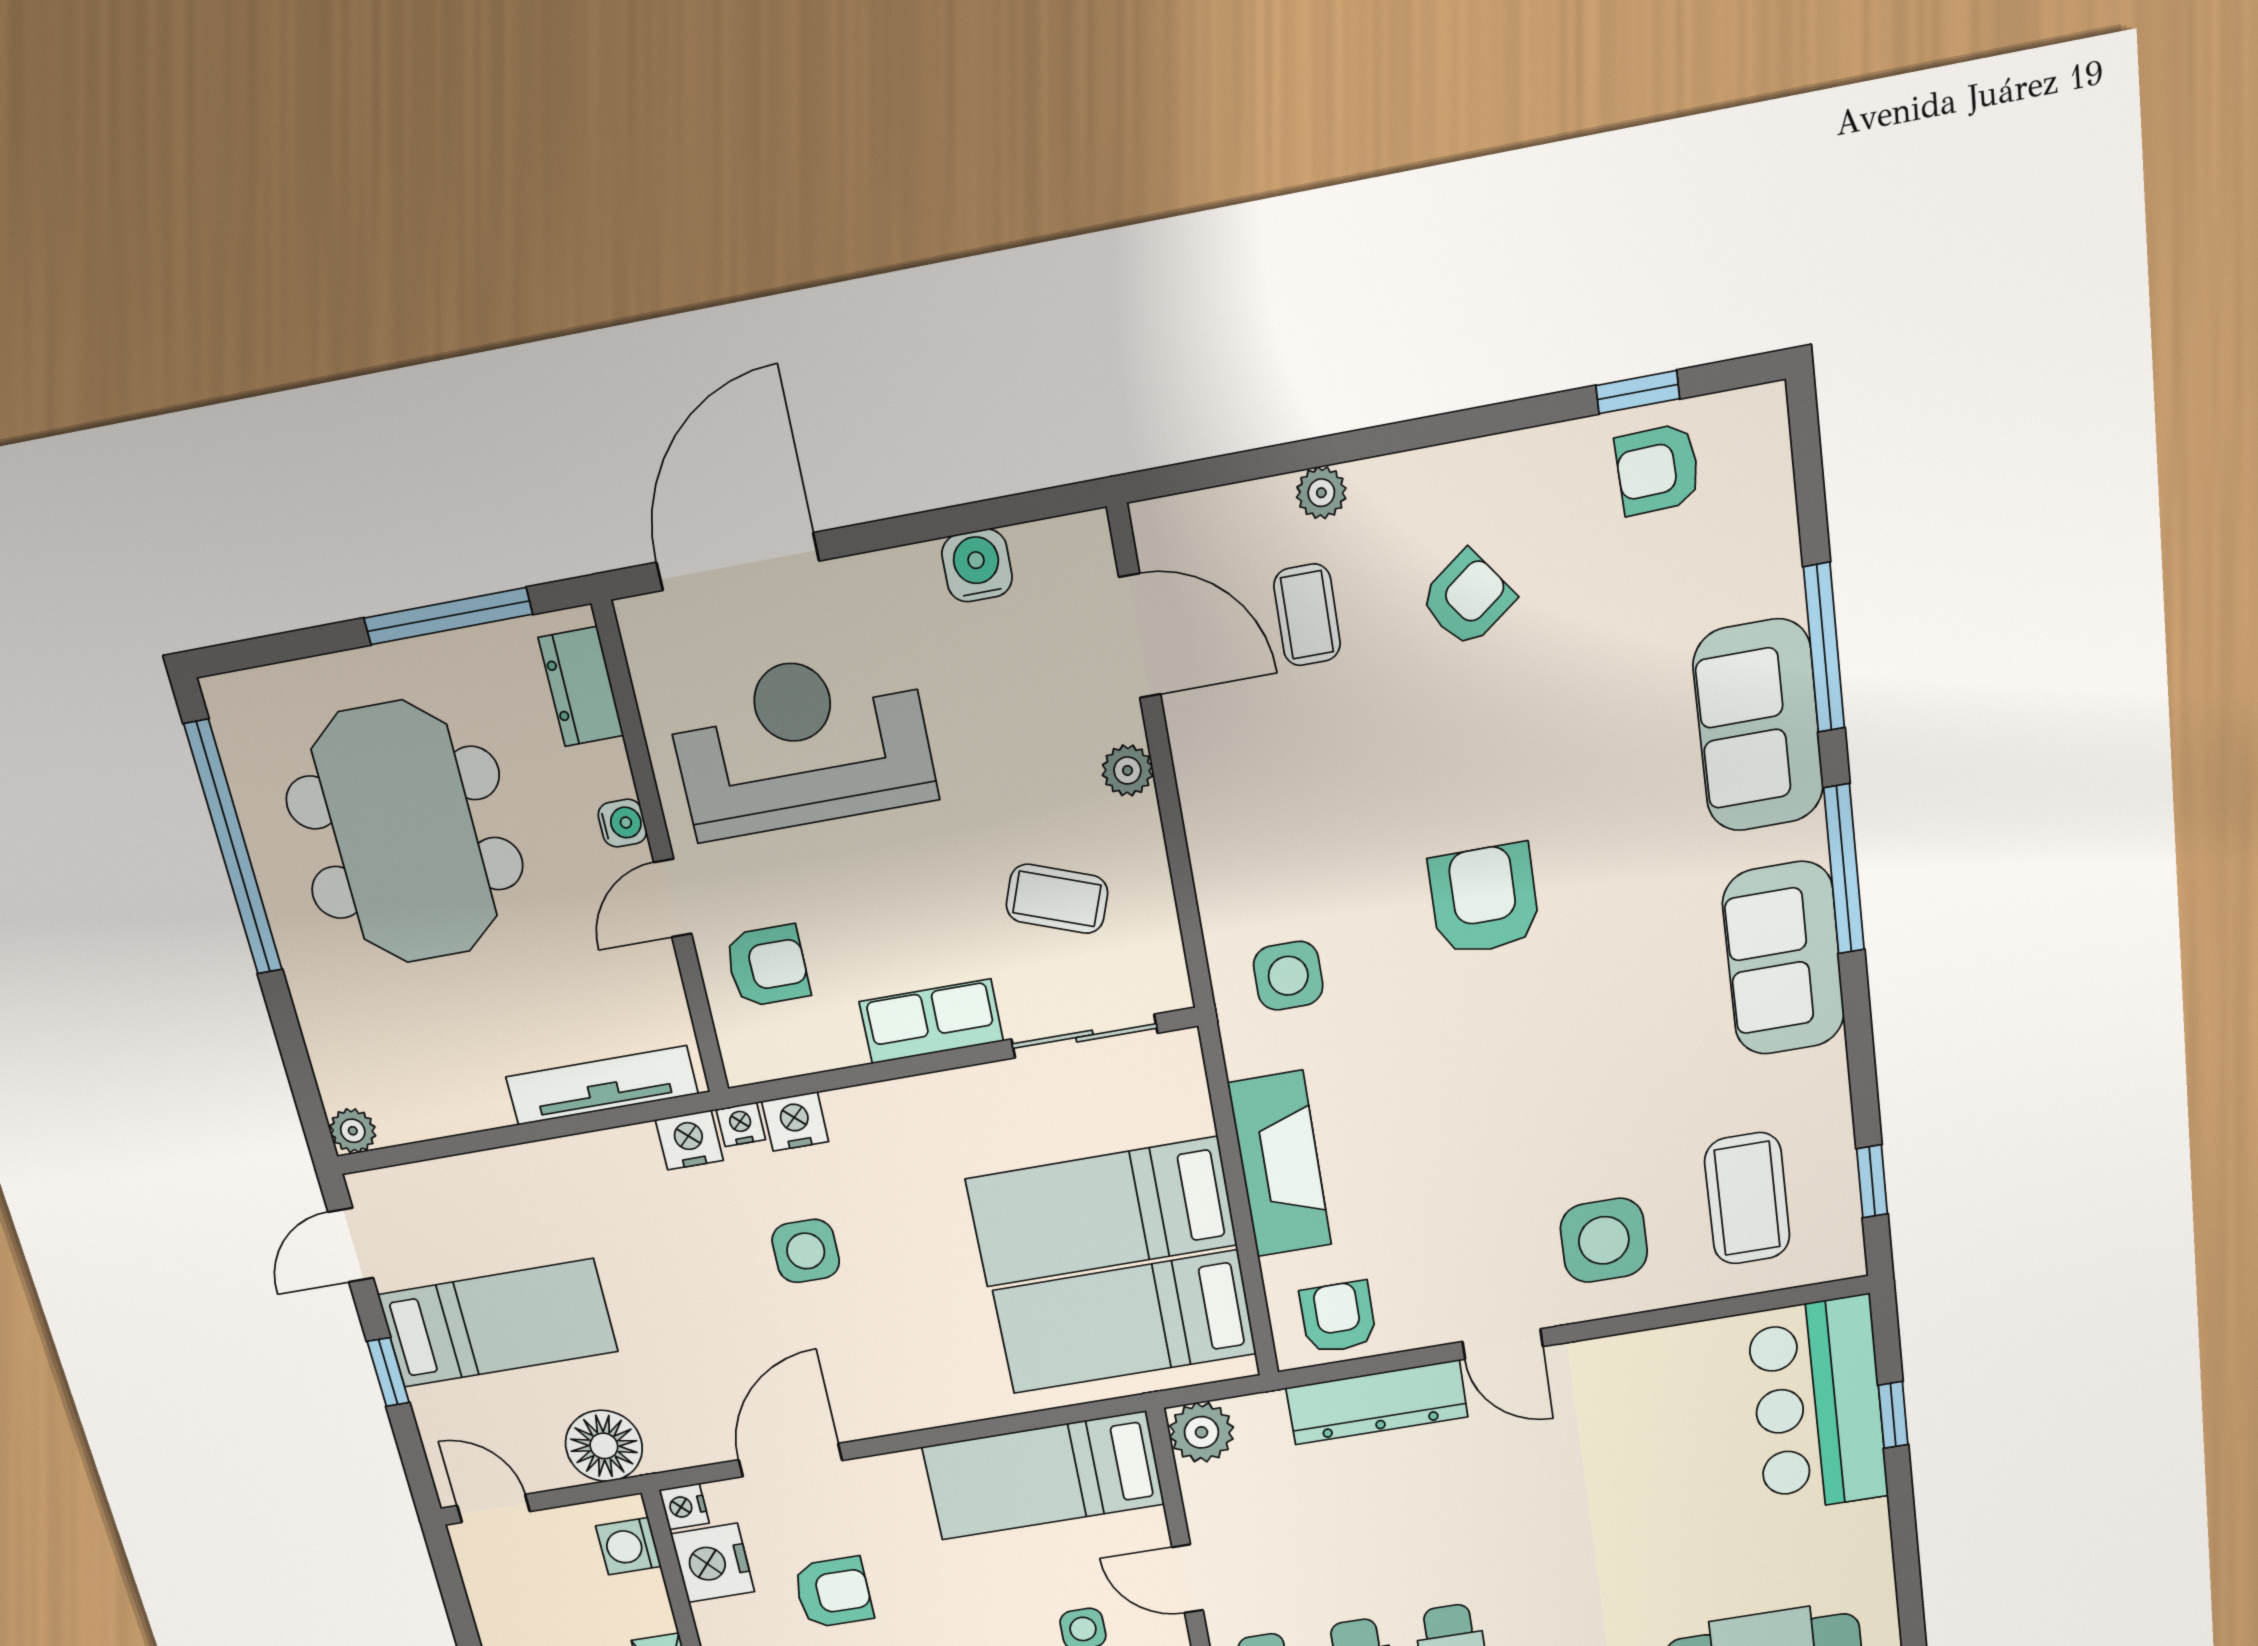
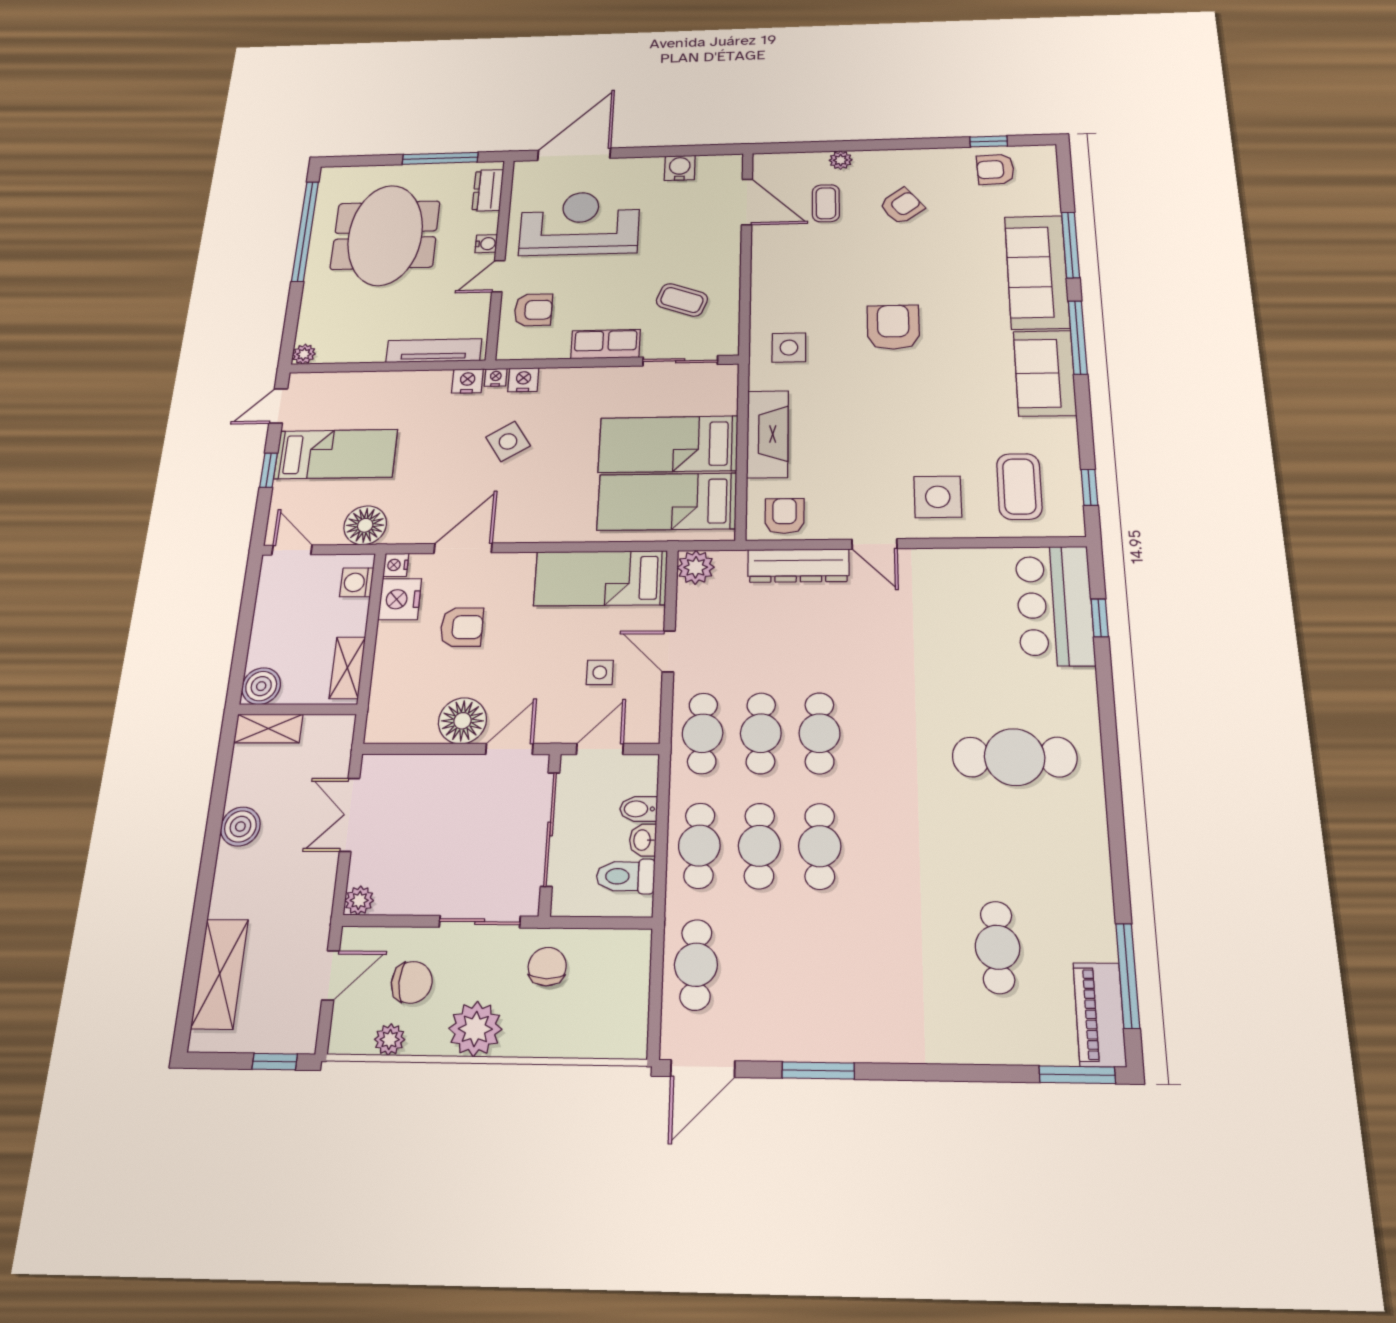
sofa: (1758, 726) -> (1037, 272), width x1.36
plant: (1127, 770) -> (729, 252), removed
side table: (806, 1251) -> (508, 441), turned -32

